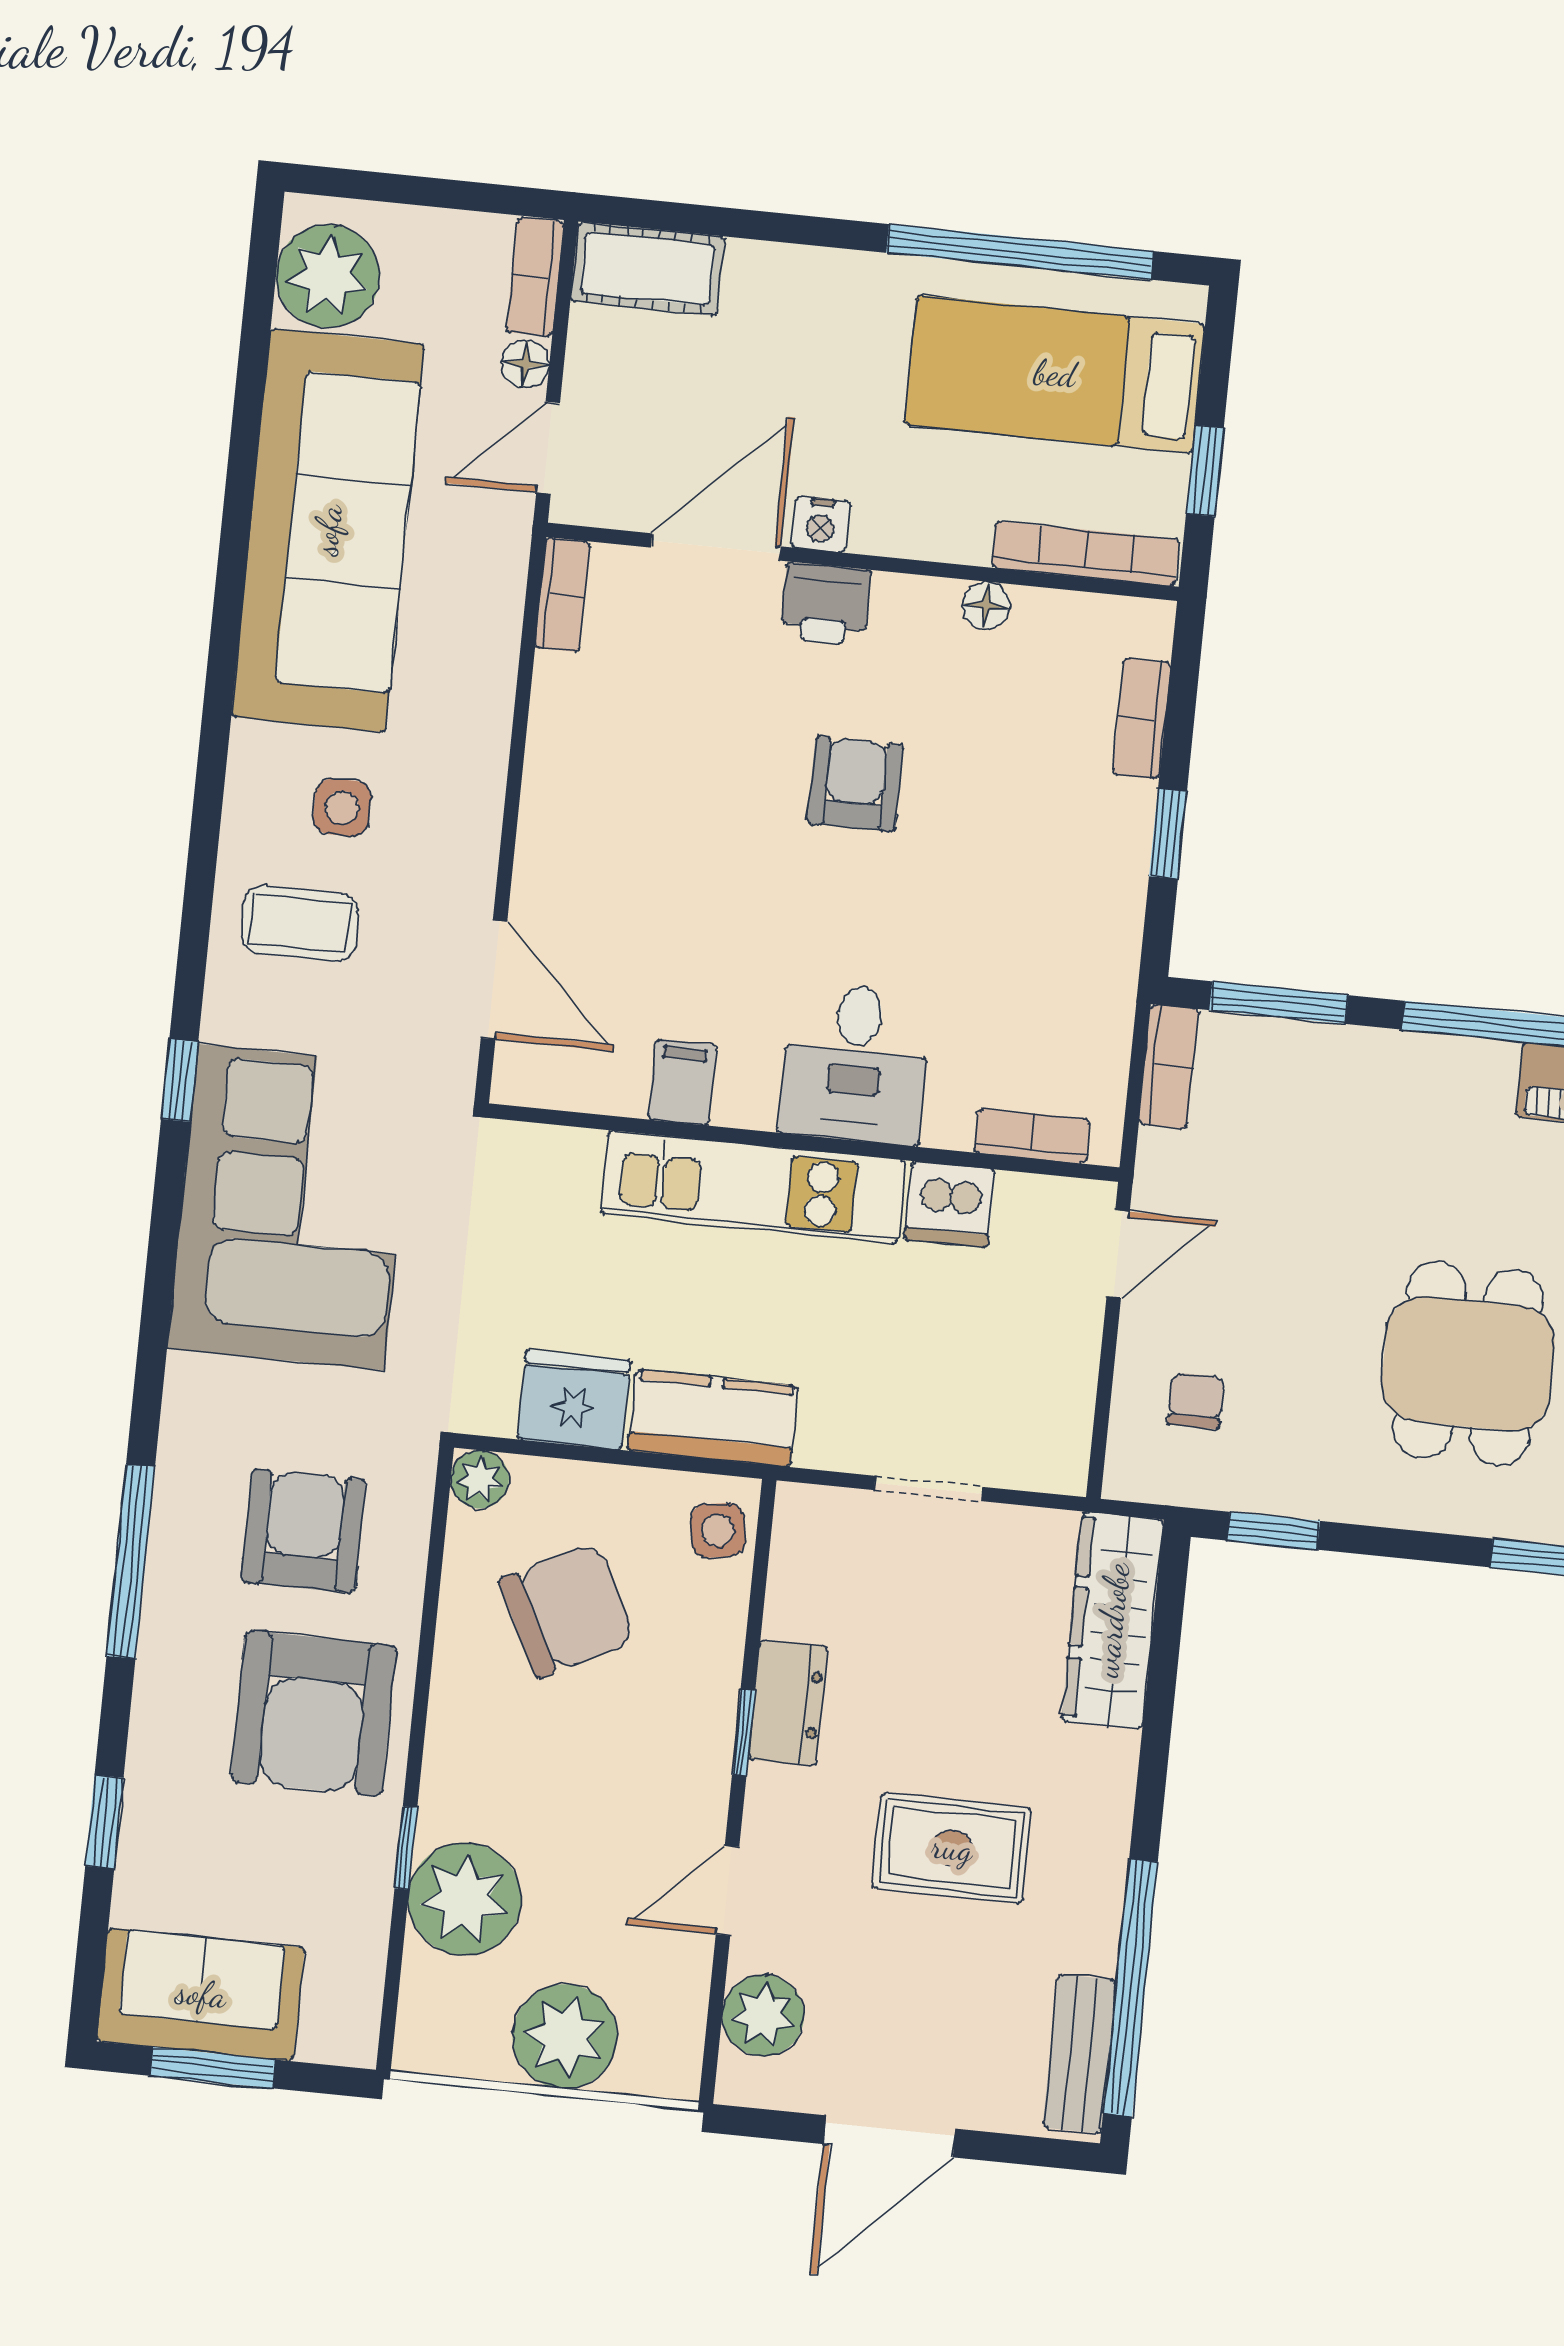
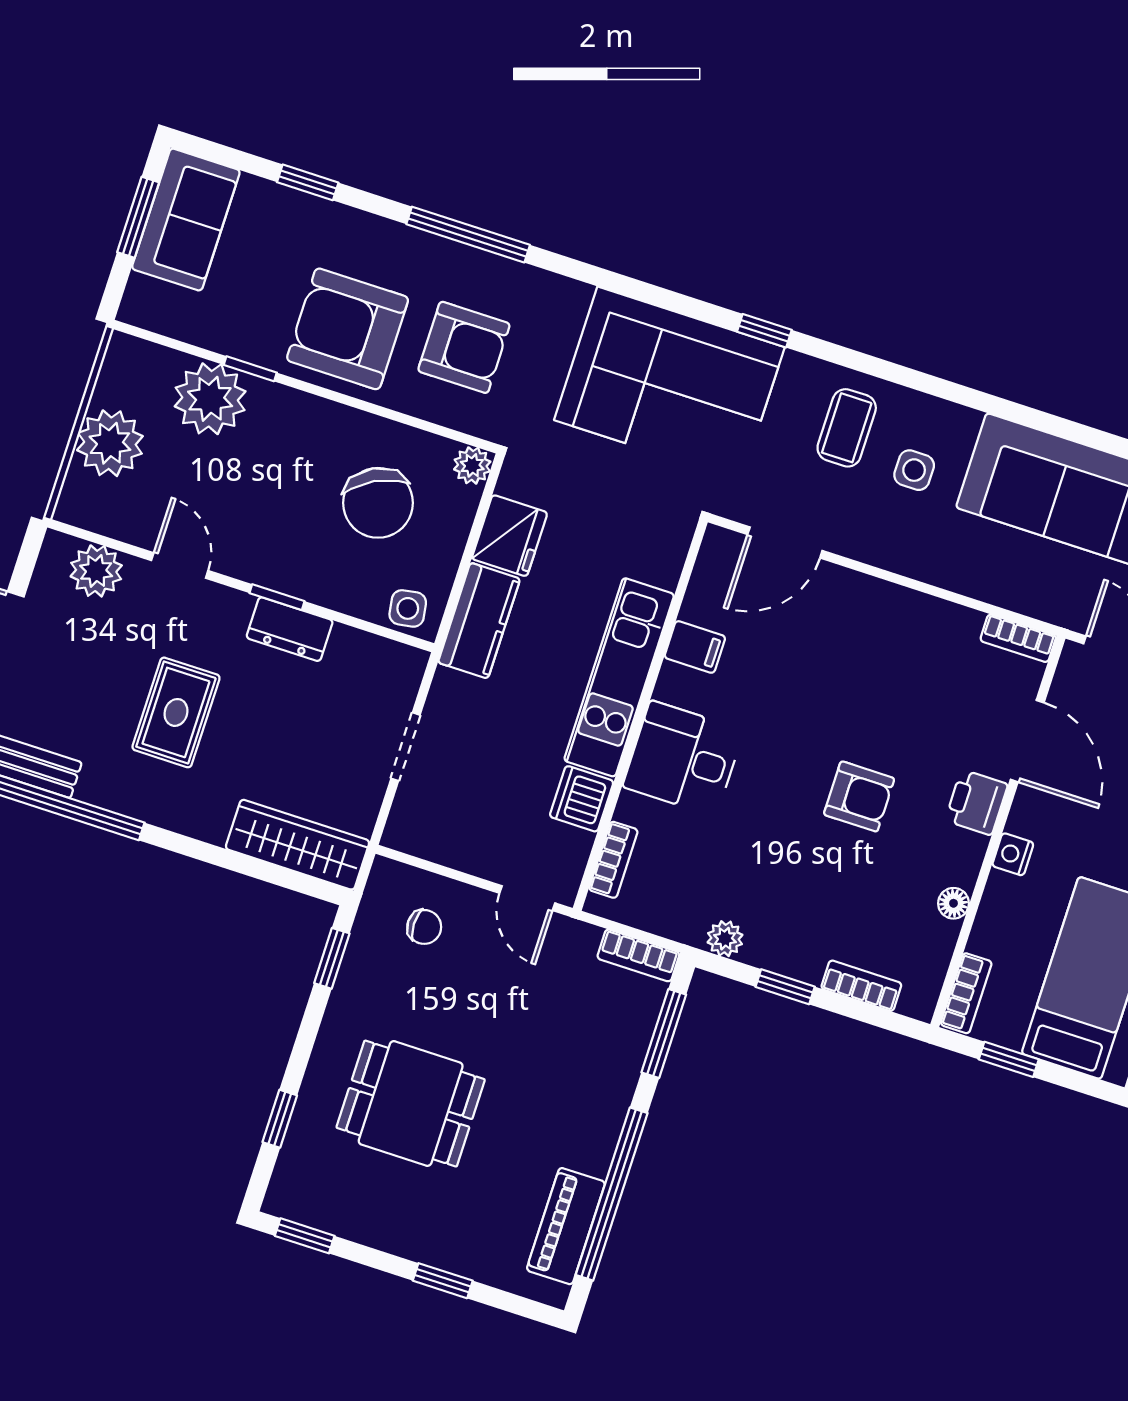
nightstand: (821, 524) -> (1013, 854), moved
bookcase: (1085, 554) -> (966, 993), width x0.64
plant: (1115, 941) -> (725, 939), added

